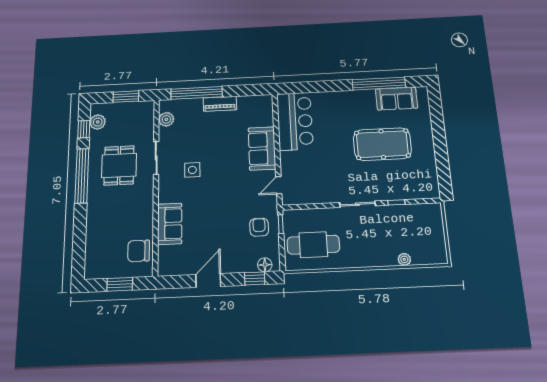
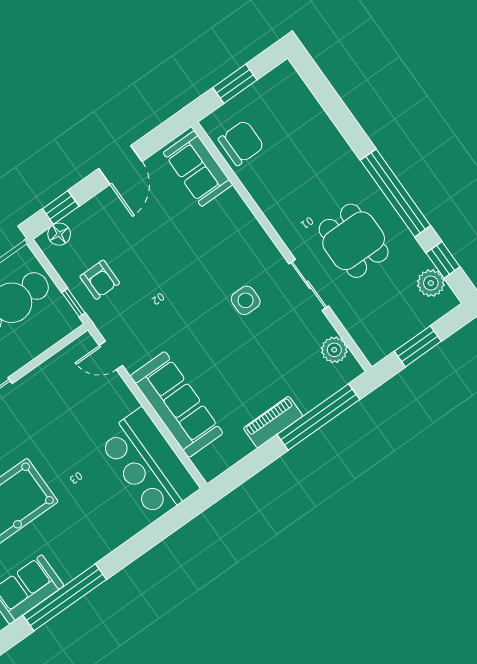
sofa: (262, 148) -> (177, 404), width x1.36
door: (279, 185) -> (111, 355), swing flipped
sofa: (170, 224) -> (198, 169), moved

